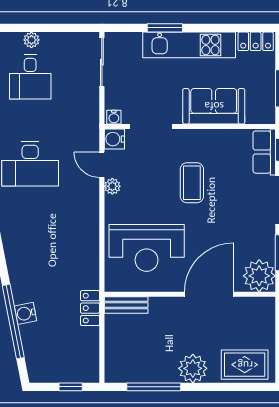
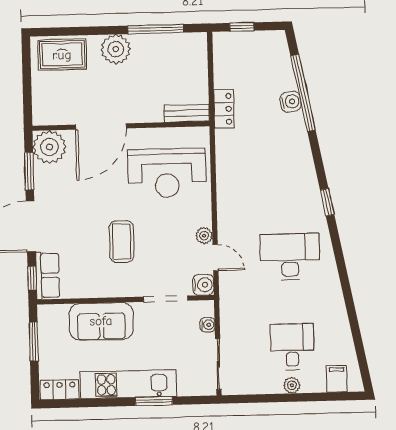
water cooler: (114, 117) -> (208, 325), moved, turned 90
reception desk: (147, 248) -> (167, 173), turned 180

